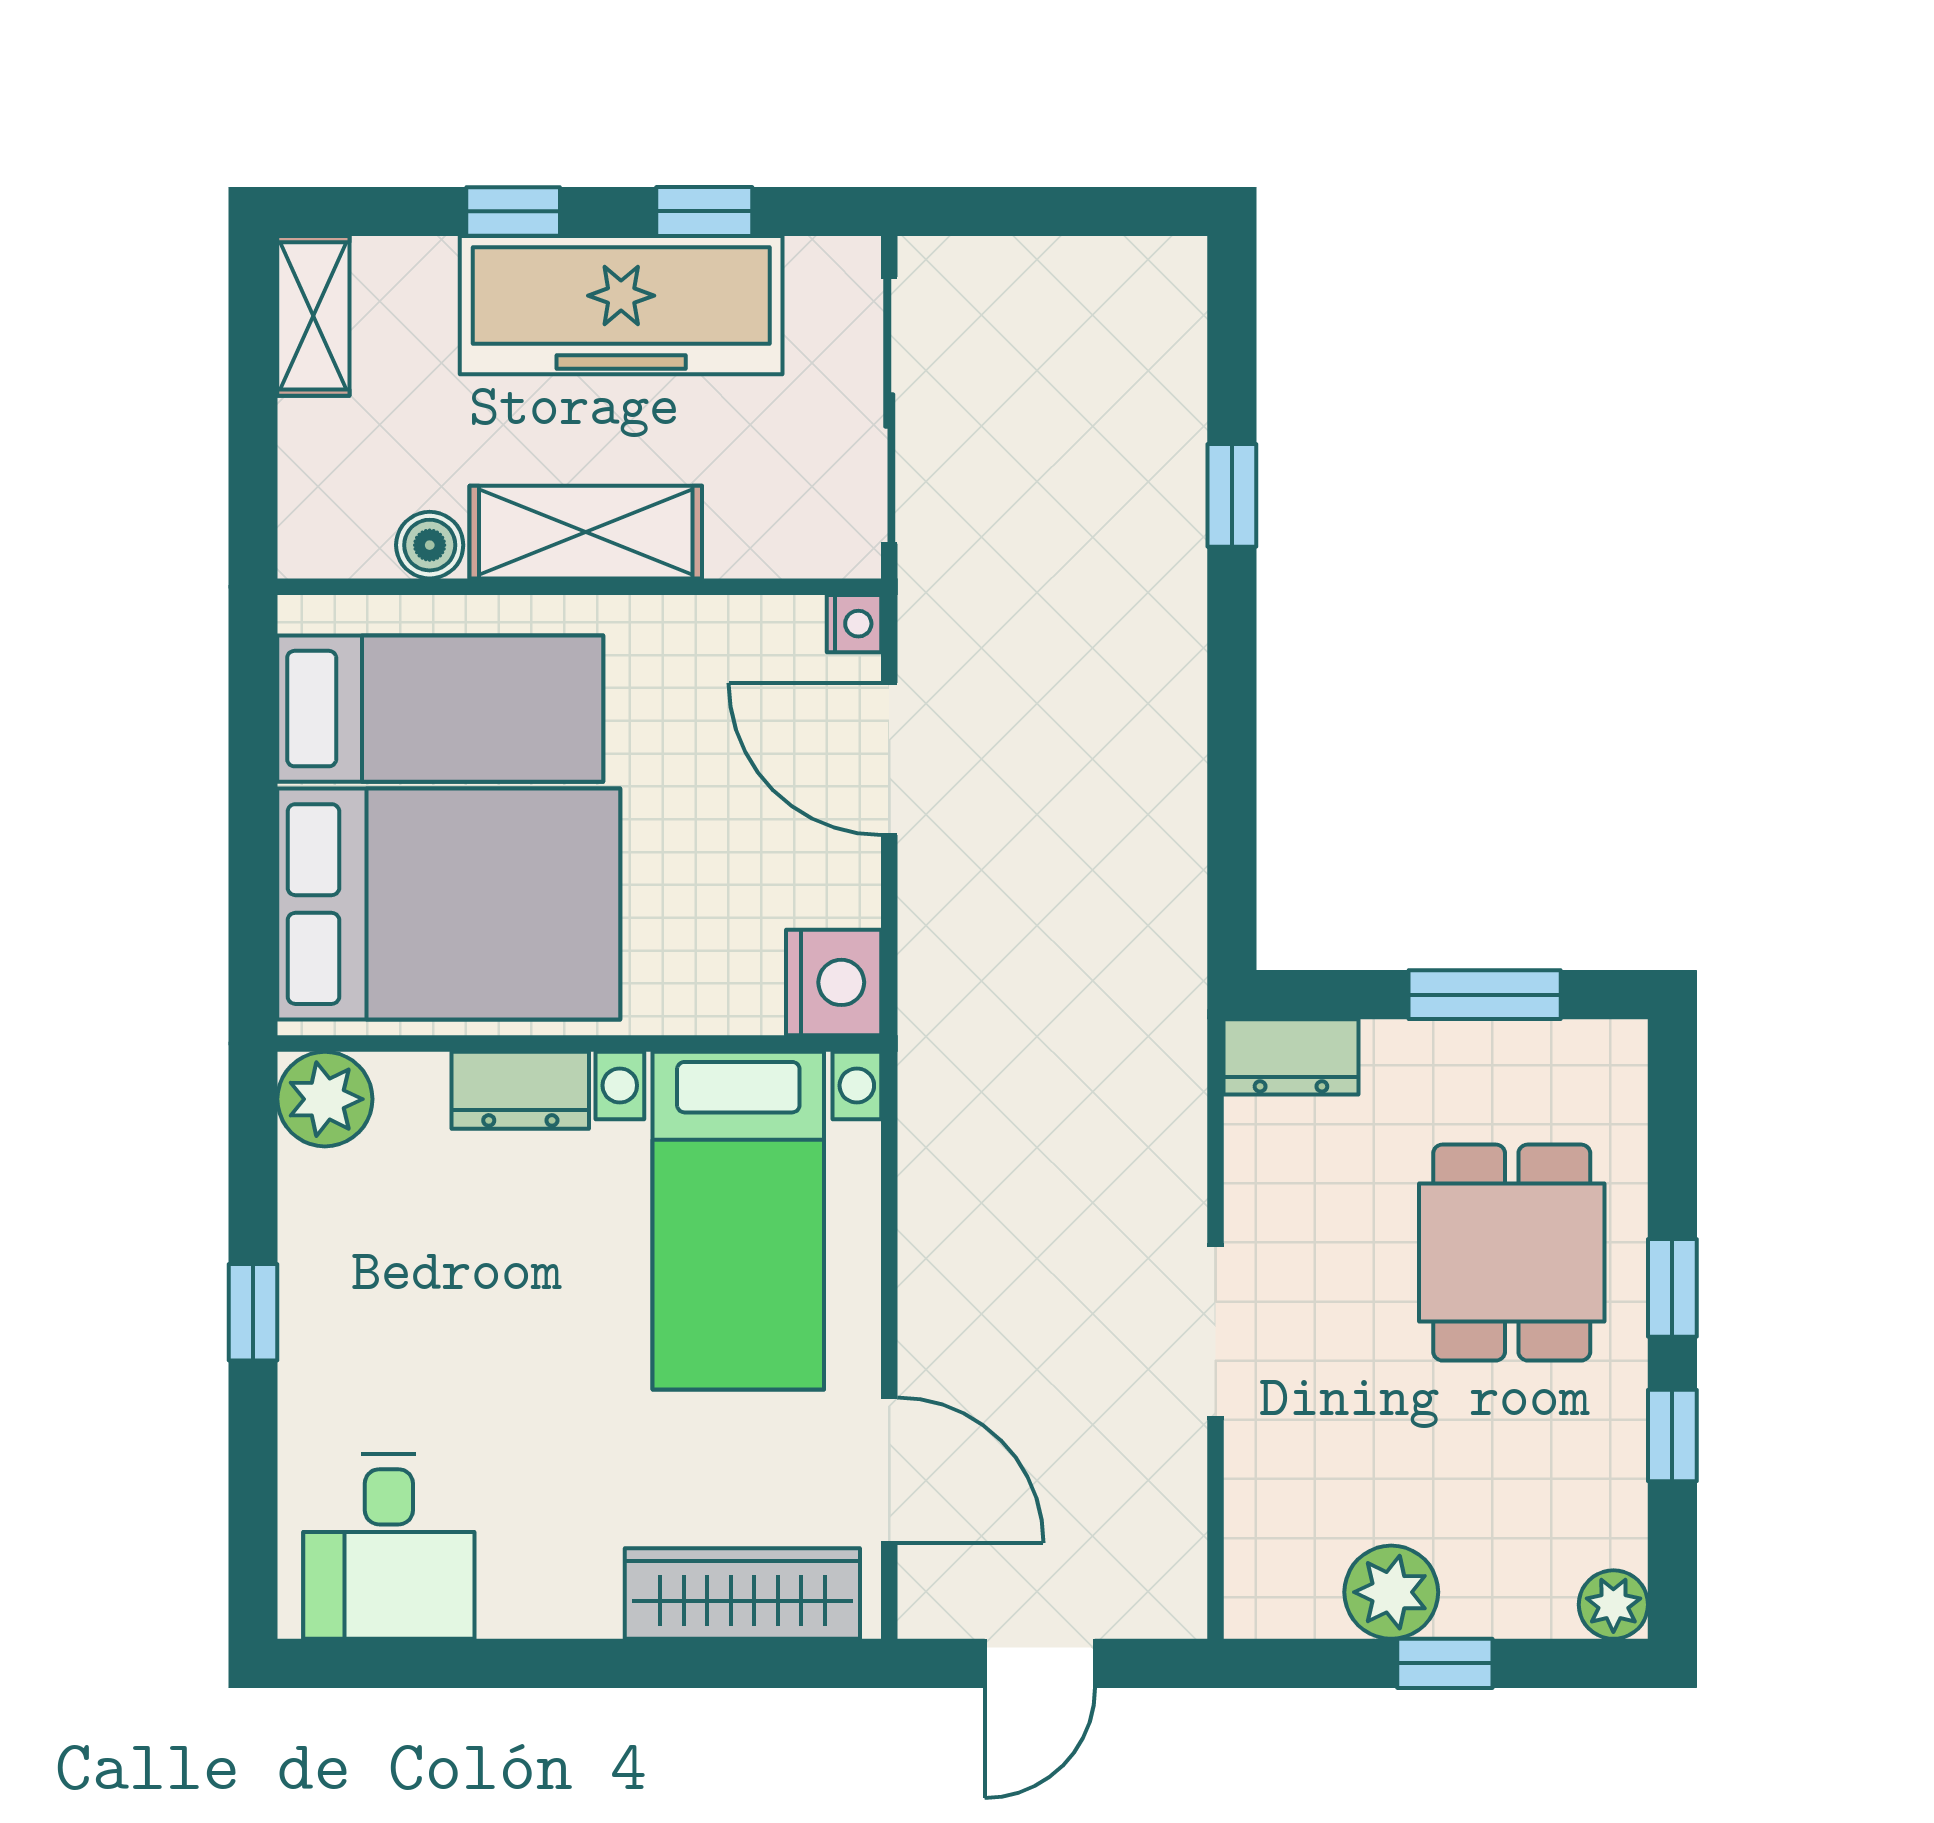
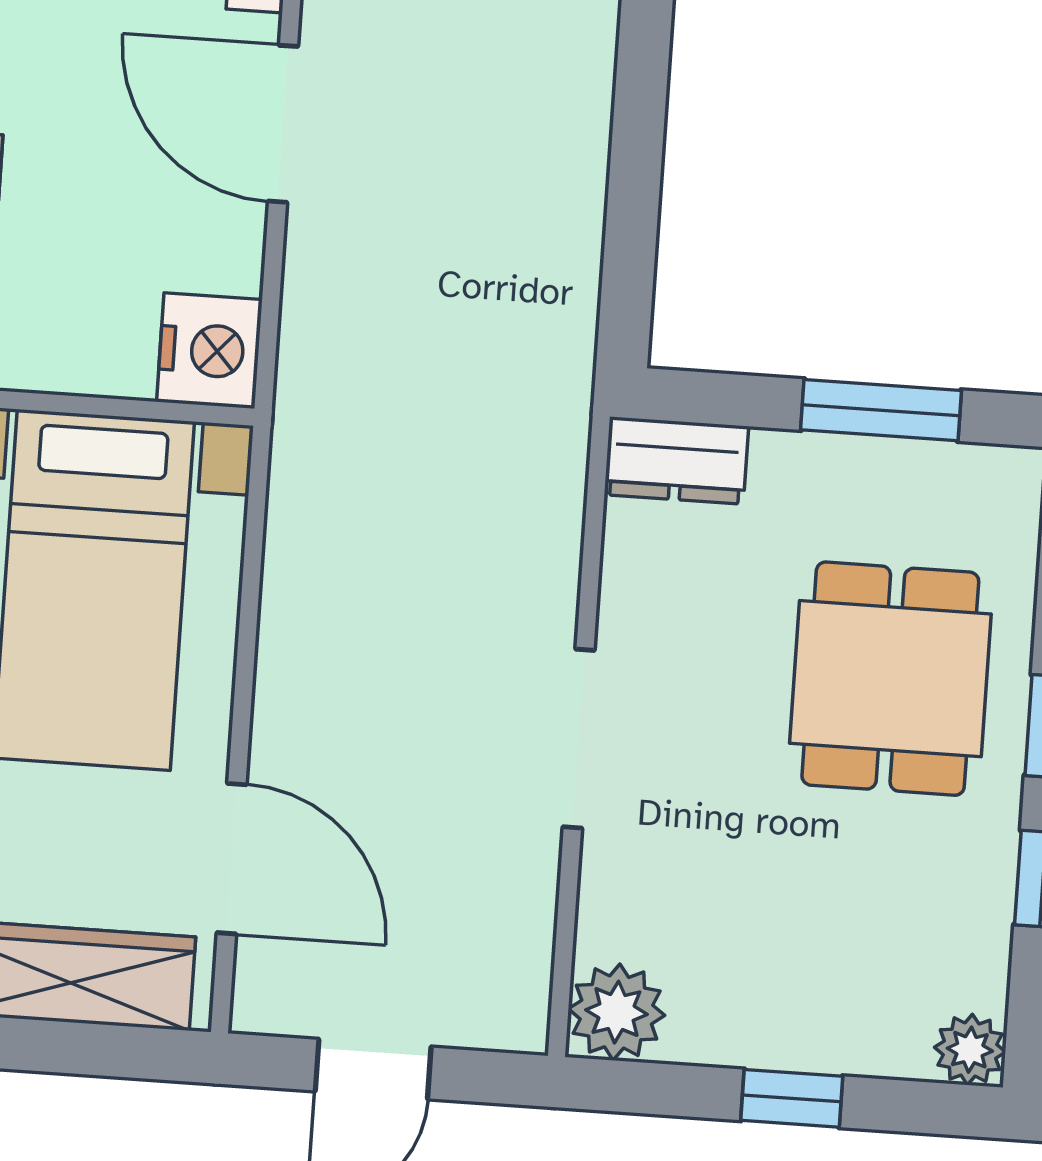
plant: (1391, 1592) -> (617, 1012), moved

